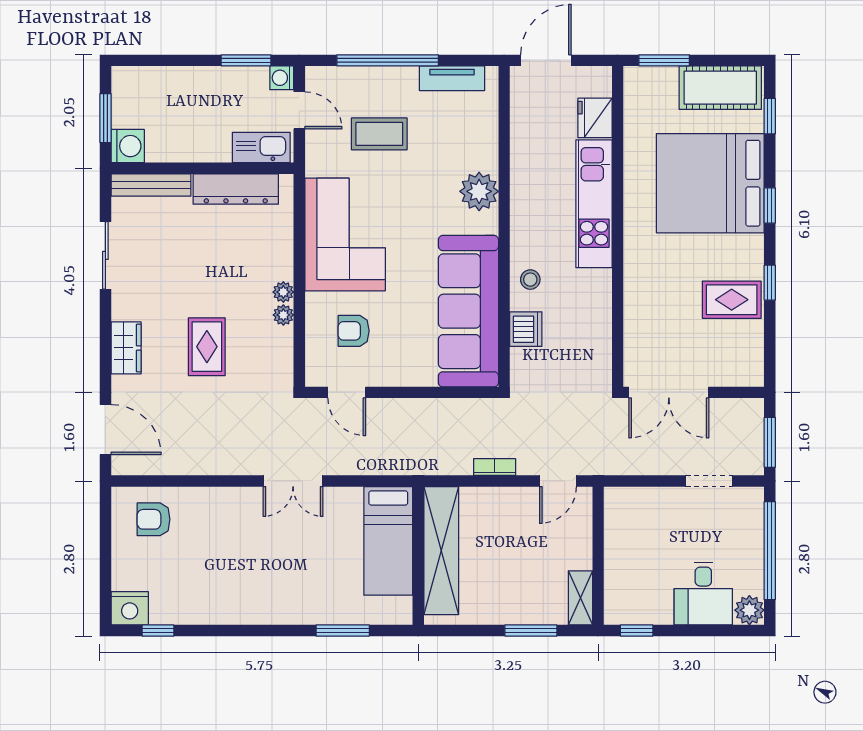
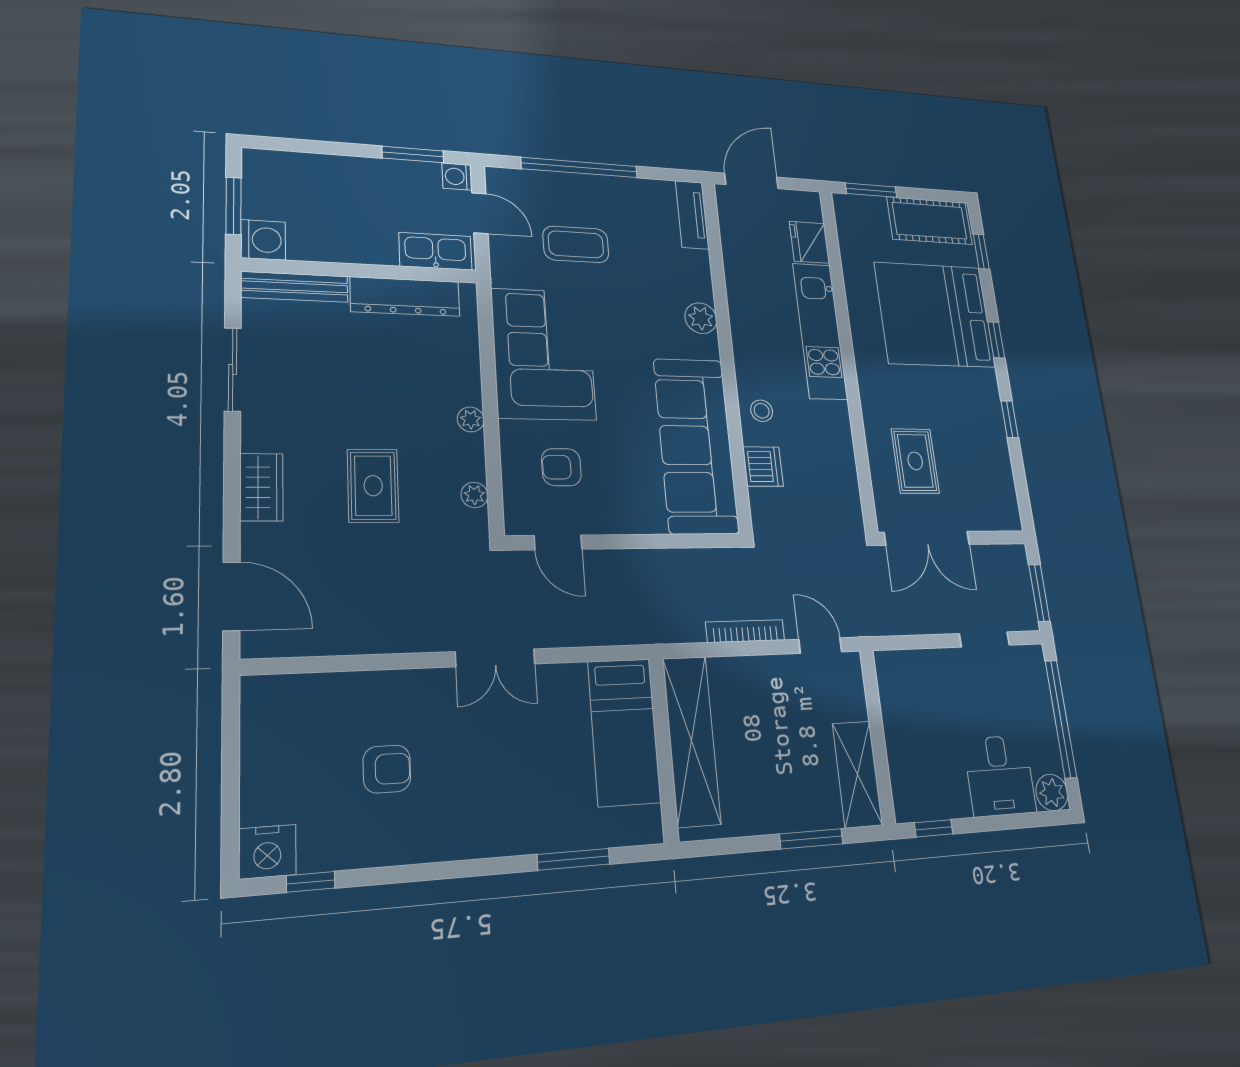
tv unit: (452, 78) -> (692, 215), moved, turned 90
plant: (479, 191) -> (701, 318), width x0.73, depth x0.73
rug: (732, 300) -> (915, 461), moved, turned 90
plant: (283, 315) -> (474, 495), moved
bookcase: (495, 467) -> (745, 631), width x1.56
door: (558, 481) -> (820, 646), swing flipped
armchair: (154, 519) -> (387, 769), moved, turned 180
shelving: (580, 598) -> (857, 774), width x1.50, depth x1.33

